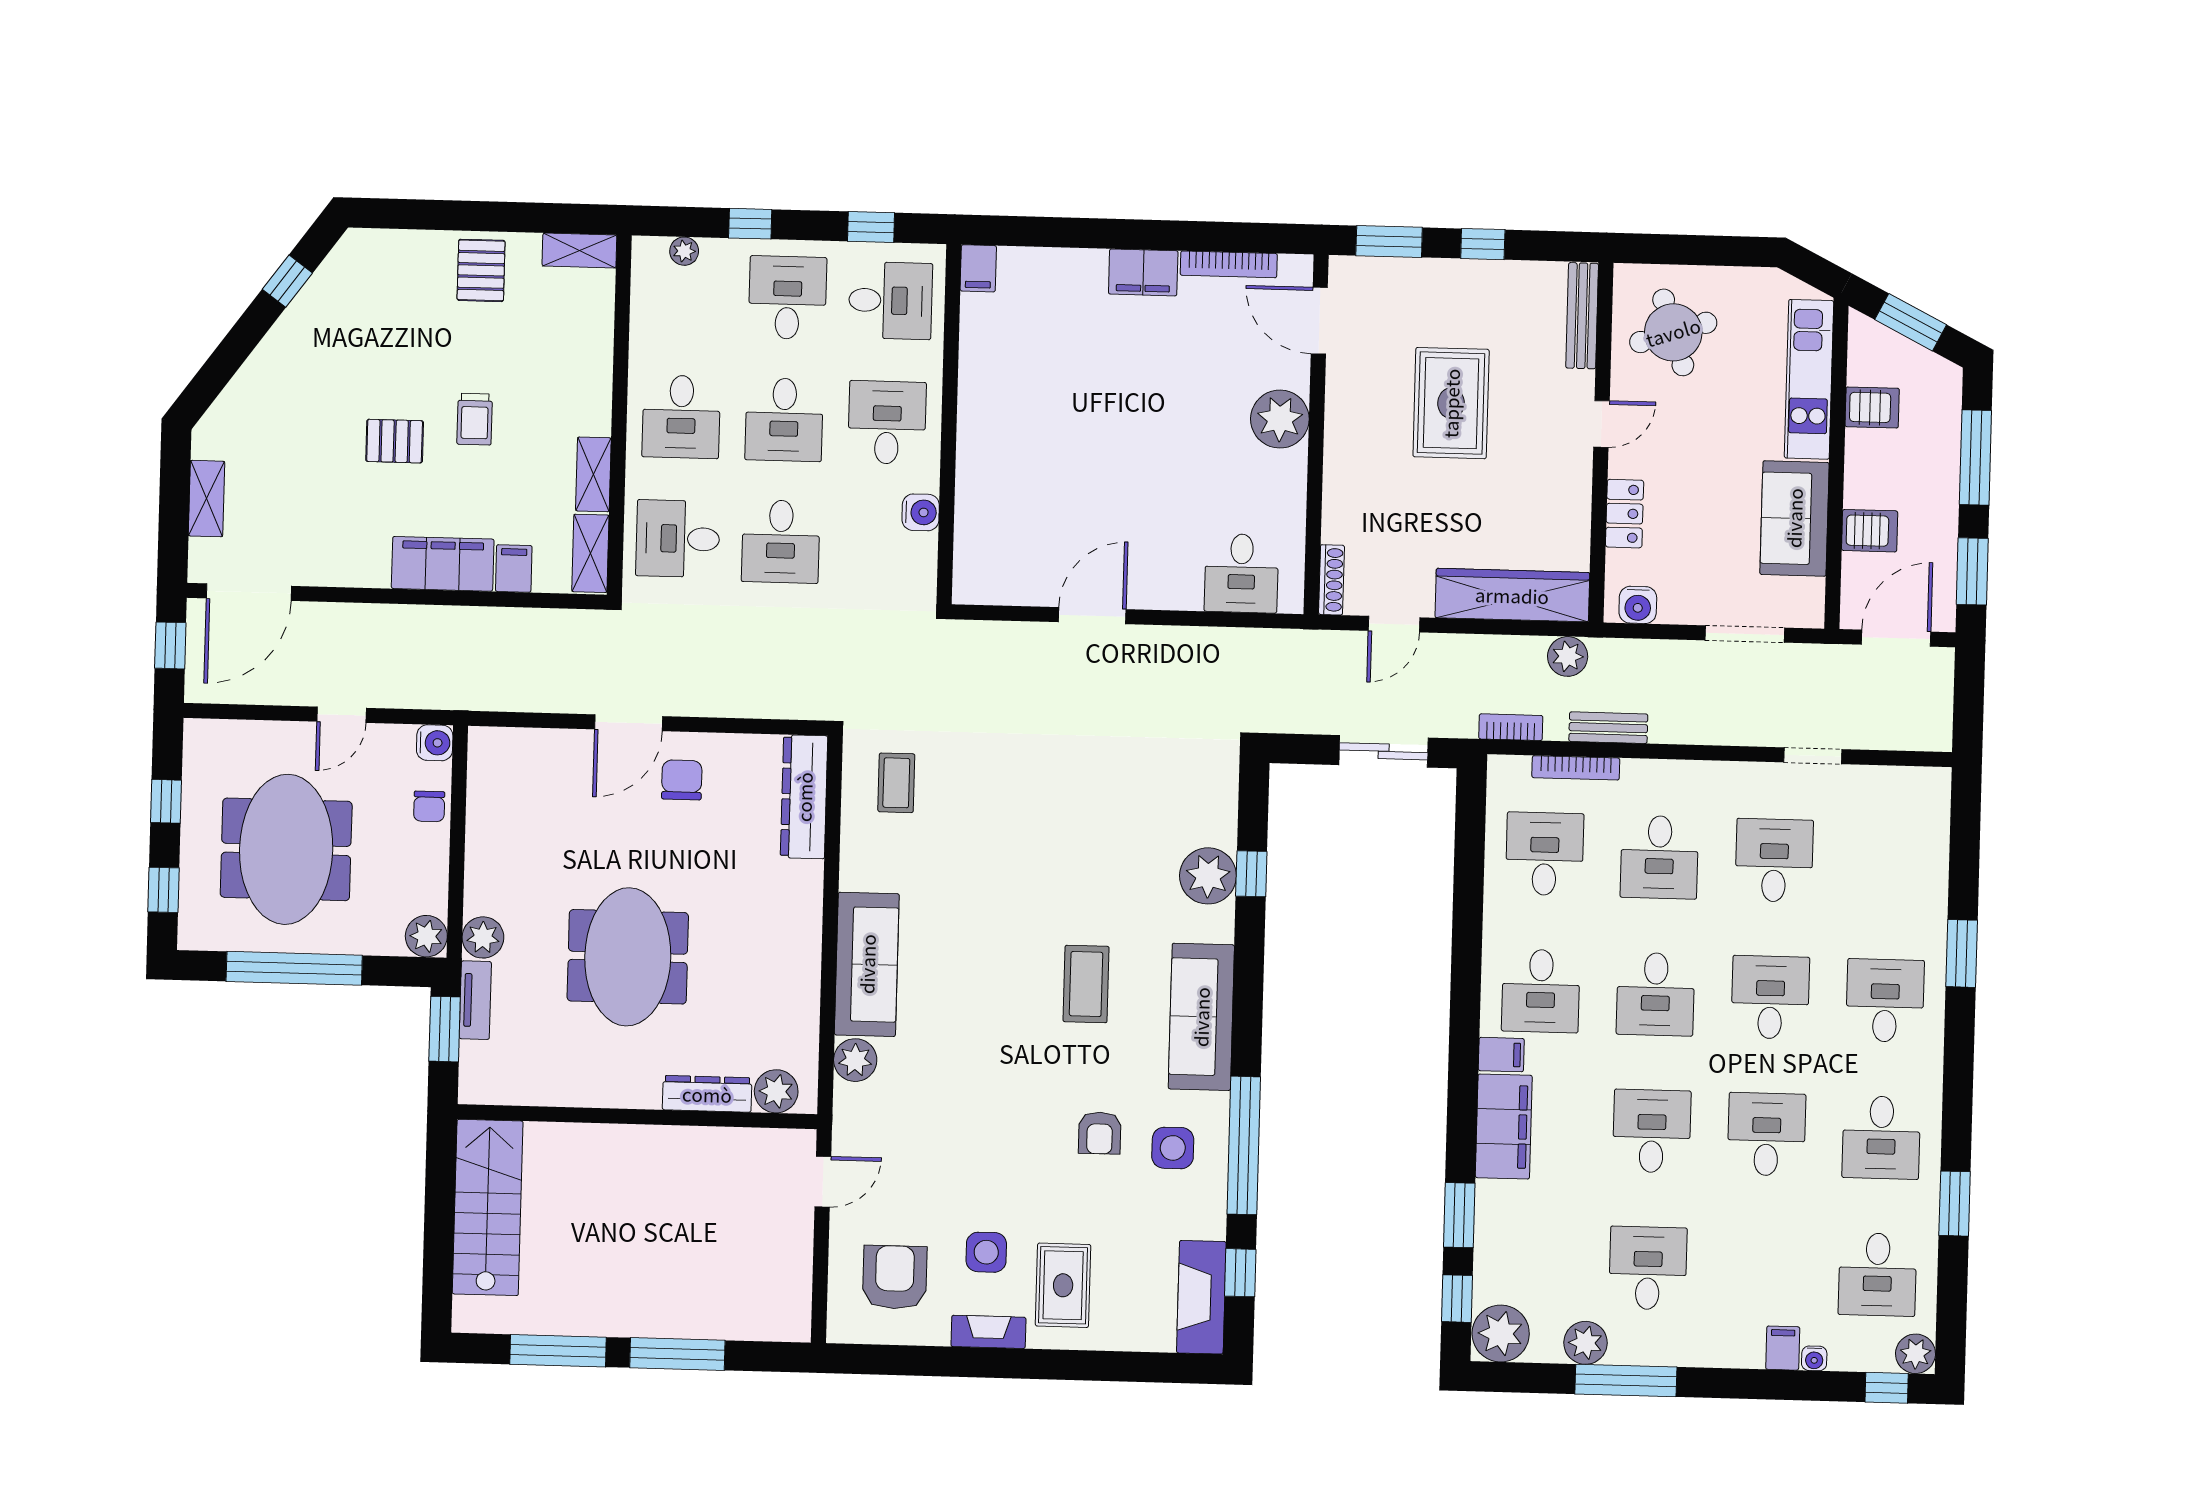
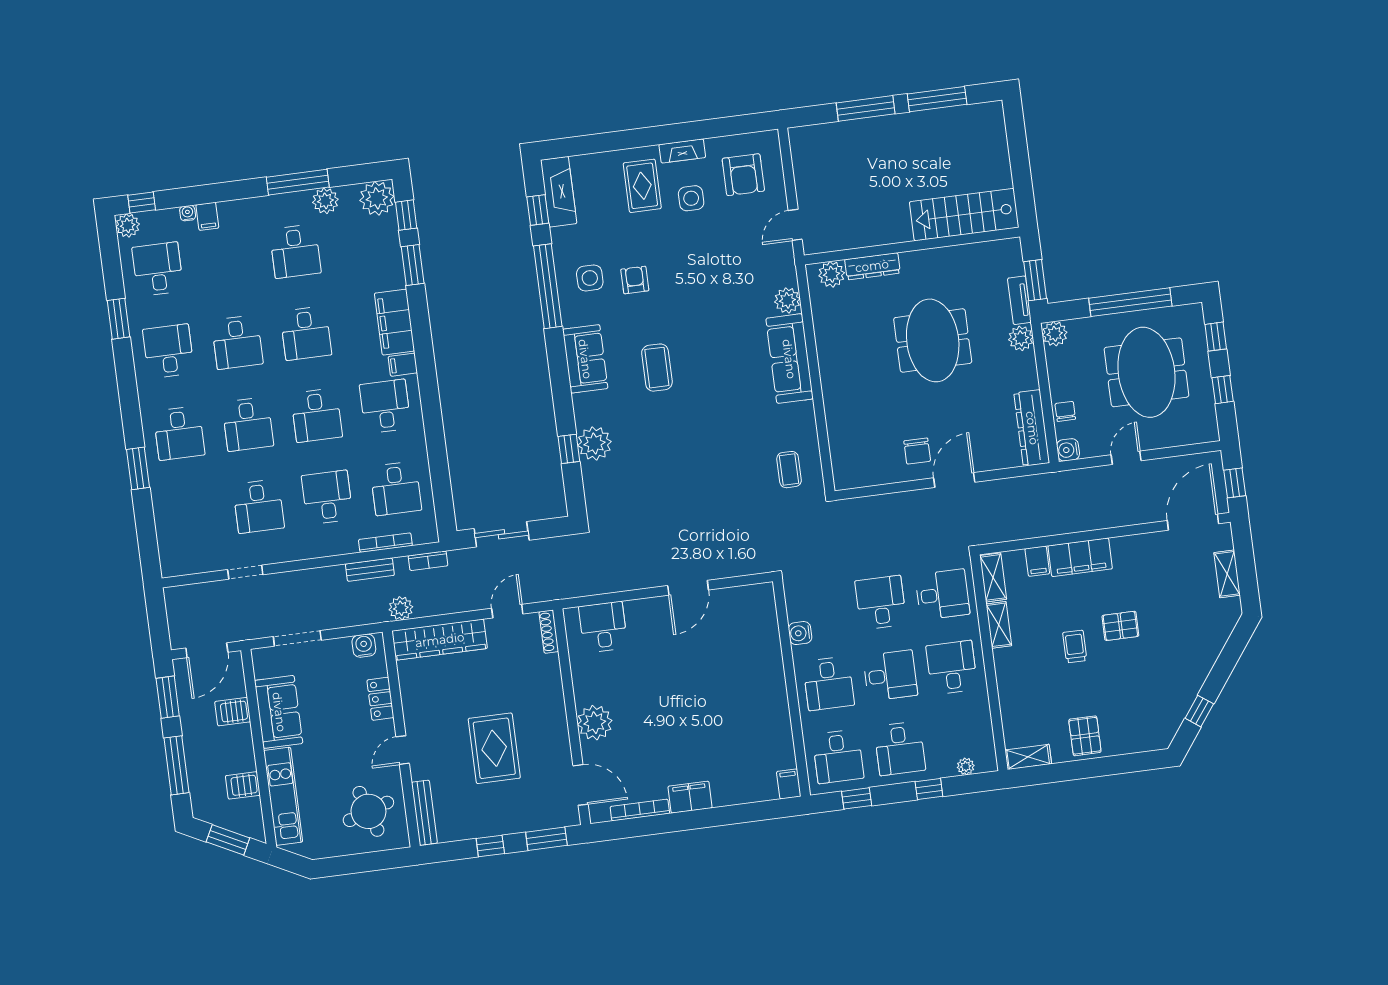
desk: (890, 301) -> (838, 756), turned -90
desk: (784, 420) -> (890, 675), turned 90
dresser: (804, 797) -> (1032, 428), moved, turned 180
desk: (1656, 994) -> (317, 415), turned 180
sofa: (1201, 1017) -> (585, 359), width x0.73
stairs: (488, 1207) -> (964, 215), moved, turned 90

